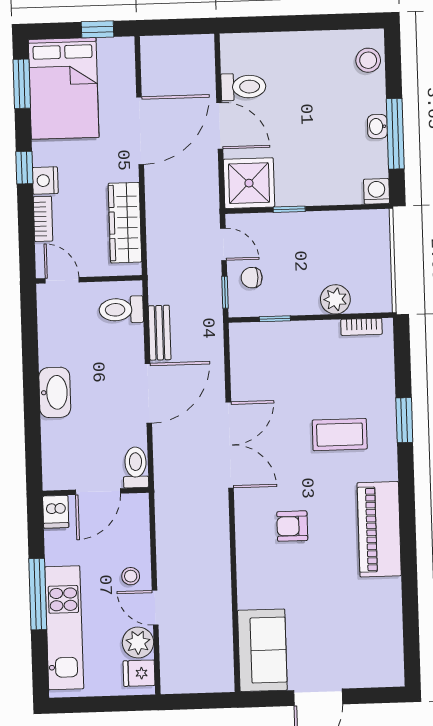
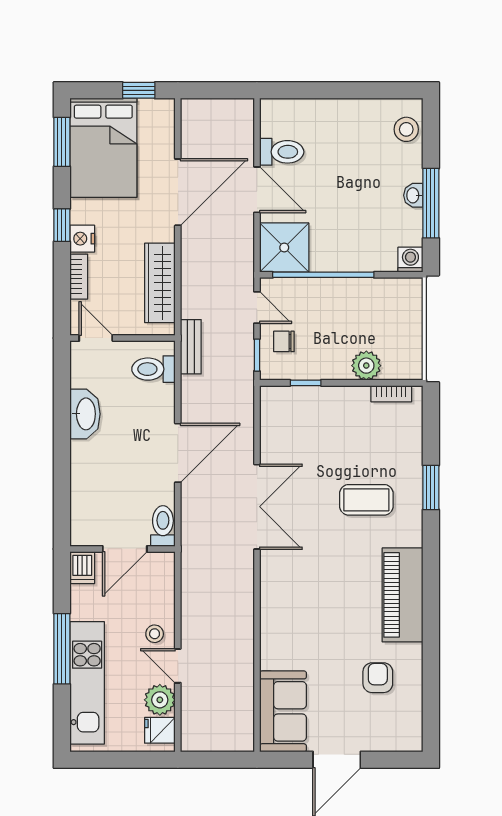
window: (289, 209) -> (323, 275), width x3.17
bench: (160, 333) -> (191, 347), moved
washbasin: (55, 392) -> (85, 414), moved
armchair: (292, 526) -> (378, 678), moved, turned 90

